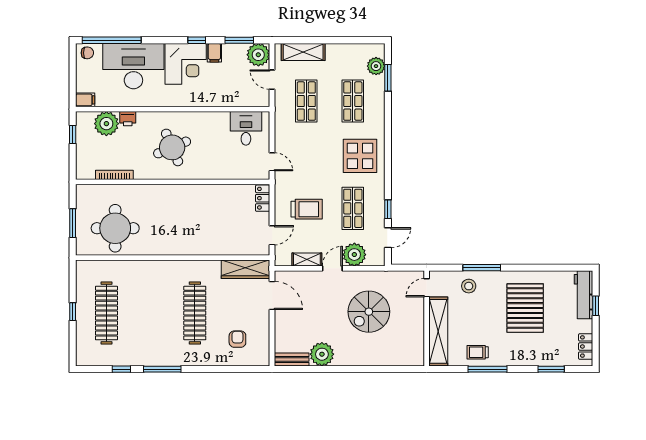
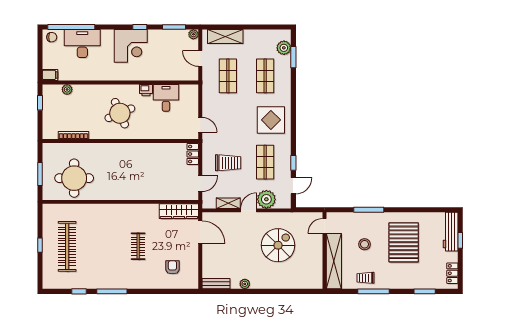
filing cabinet: (214, 53) -> (154, 37), removed
plant: (258, 55) -> (193, 34), width x0.53, depth x0.53
desk: (133, 66) -> (82, 44), width x0.73, depth x0.77
printer: (128, 119) -> (146, 90), moved
plant: (106, 124) -> (67, 89), width x0.53, depth x0.53
desk: (246, 128) -> (166, 98), moved
stool: (469, 286) -> (365, 244), moved
spiral stairs: (369, 312) -> (278, 245), turned 180
clothes rail: (195, 313) -> (138, 246), width x0.54, depth x0.76
plant: (322, 354) -> (245, 284), width x0.53, depth x0.53

